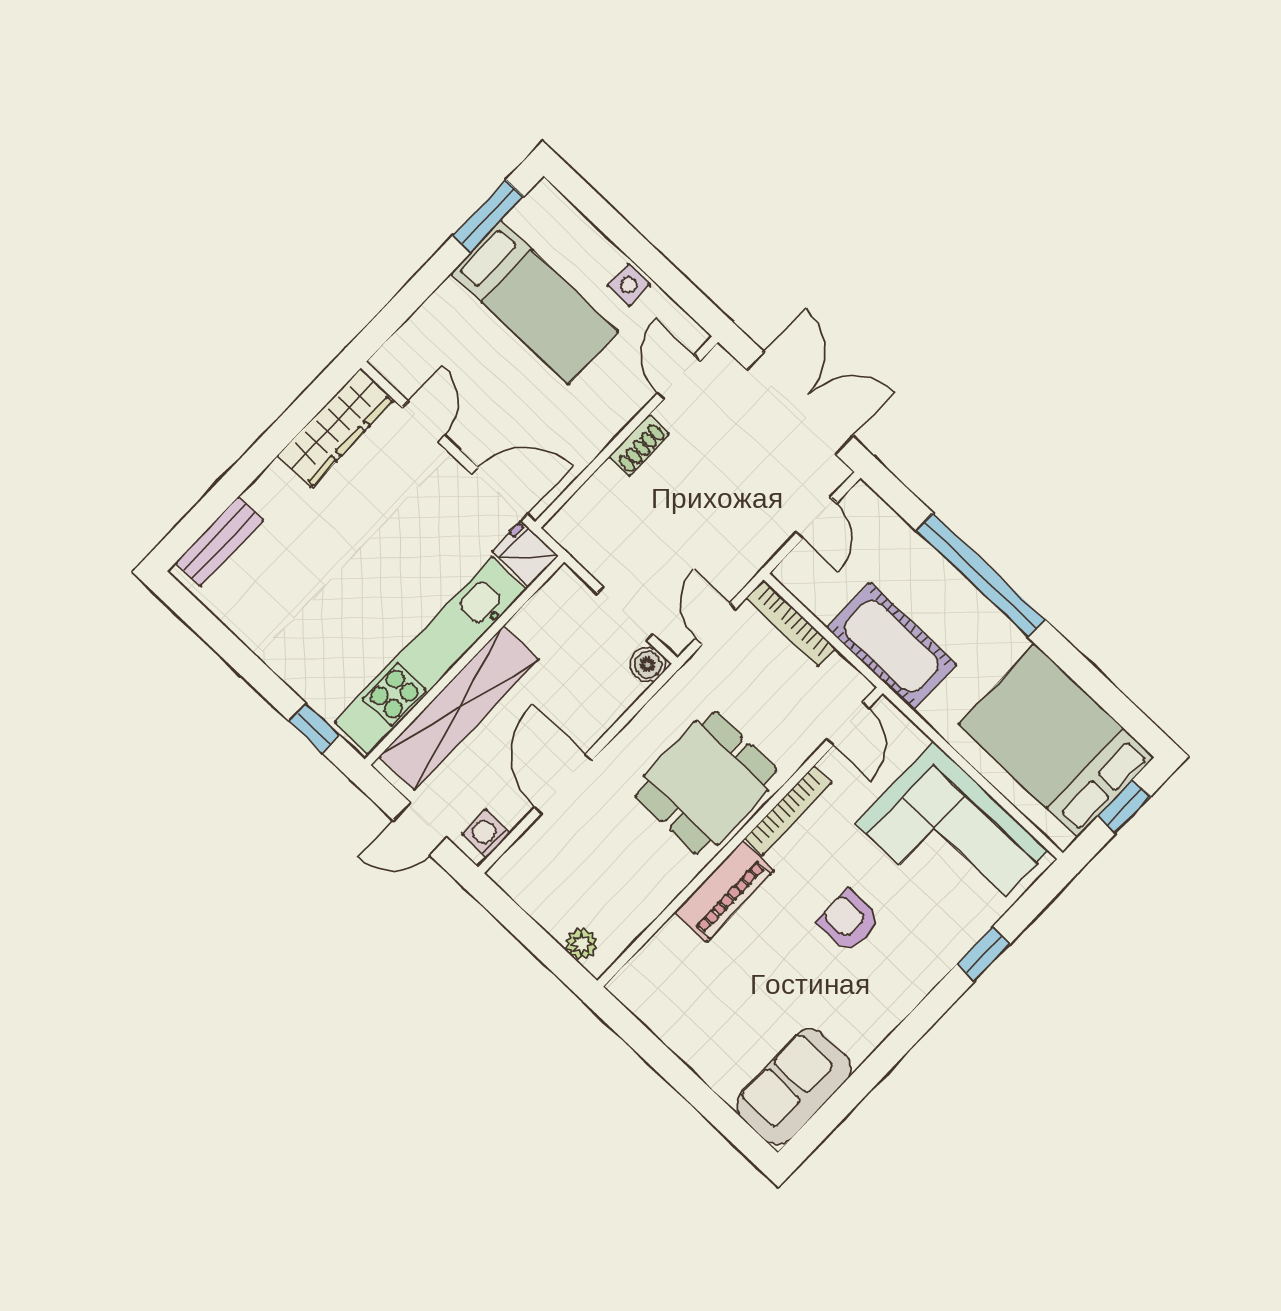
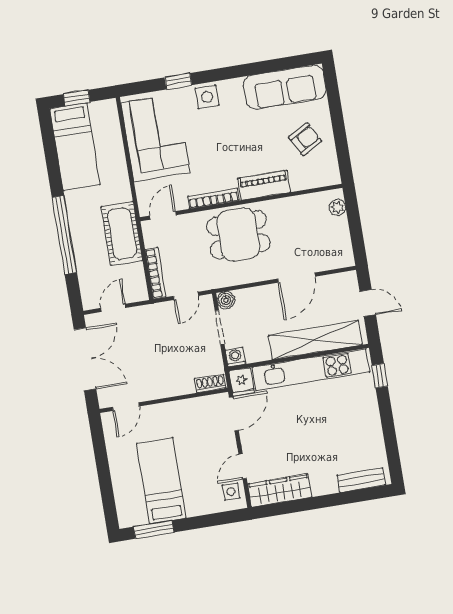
side table: (629, 285) -> (231, 491), moved
double door: (800, 403) -> (85, 359), swing flipped
shoe rack: (639, 445) -> (210, 383), moved
door: (500, 494) -> (234, 414), swing flipped
bed: (1056, 741) -> (75, 147), width x0.67
washing machine: (486, 834) -> (235, 357), moved, turned 180
armchair: (849, 921) -> (305, 139), moved, turned -119
side table: (920, 963) -> (207, 97), added
sofa: (794, 1087) -> (285, 87), width x1.36

